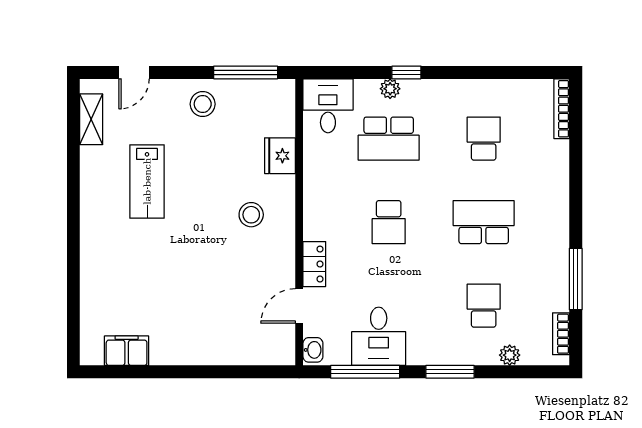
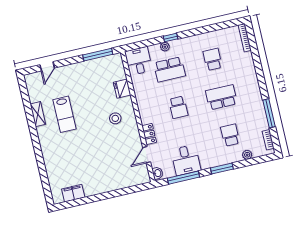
stool: (203, 104) -> (82, 73), removed
shelving: (91, 119) -> (38, 114), moved

